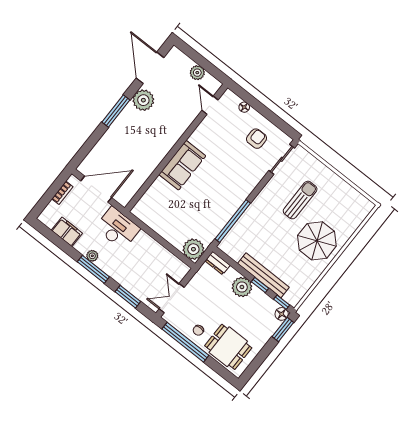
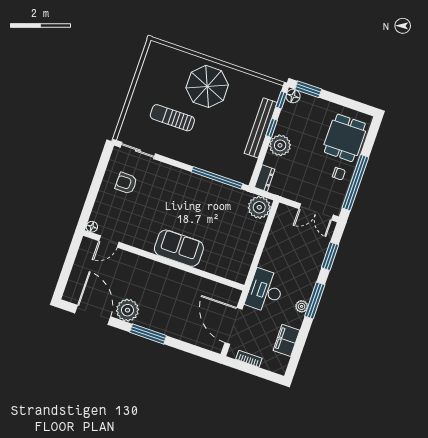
door: (150, 68) -> (93, 315), swing flipped
plant: (197, 73) -> (81, 266), removed
floor lamp: (244, 107) -> (92, 227), moved

